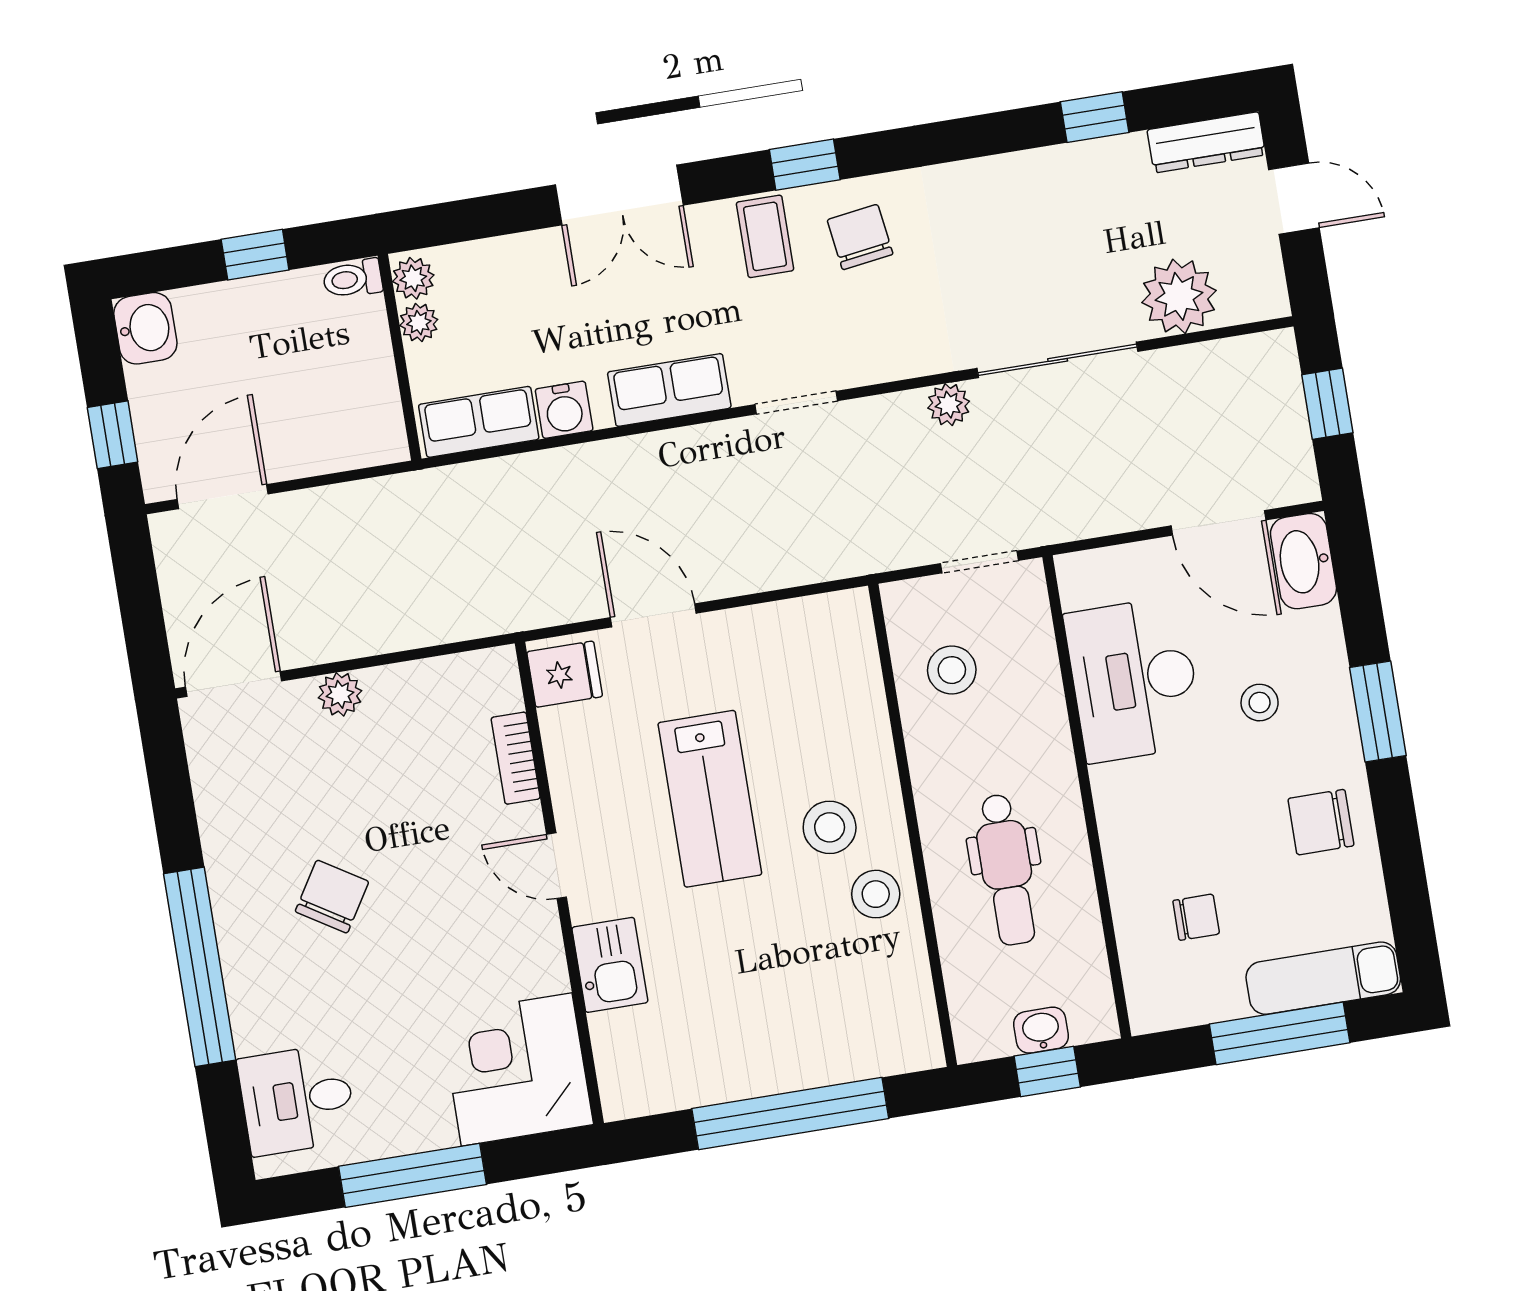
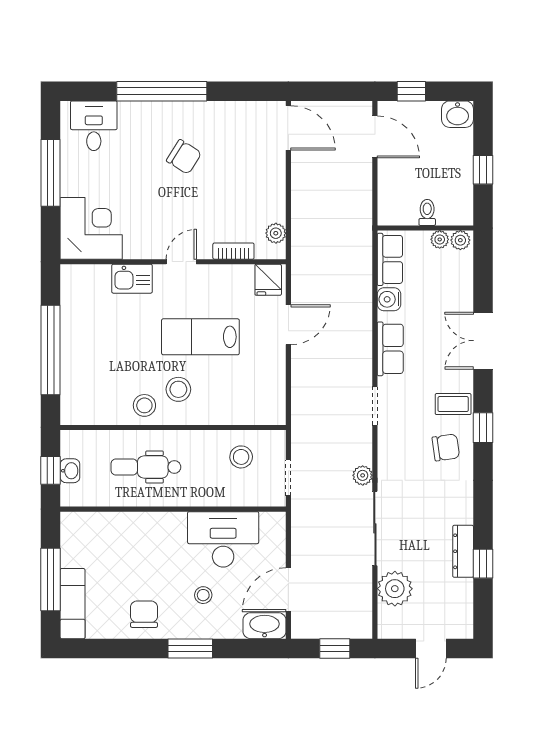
dresser: (1206, 142) -> (463, 551), moved
toilet: (353, 279) -> (427, 212), moved
plant: (340, 694) -> (276, 233), moved
chair: (1196, 917) -> (110, 550), removed

